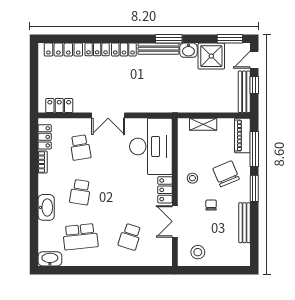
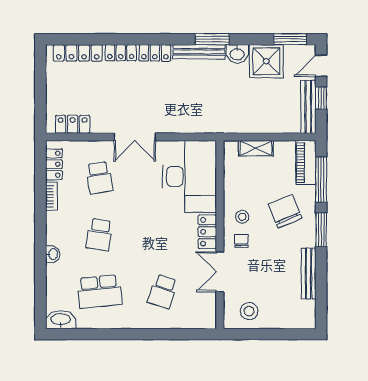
chair: (211, 205) -> (241, 241), moved
washbasin: (46, 207) -> (53, 254), width x0.52, depth x0.69

